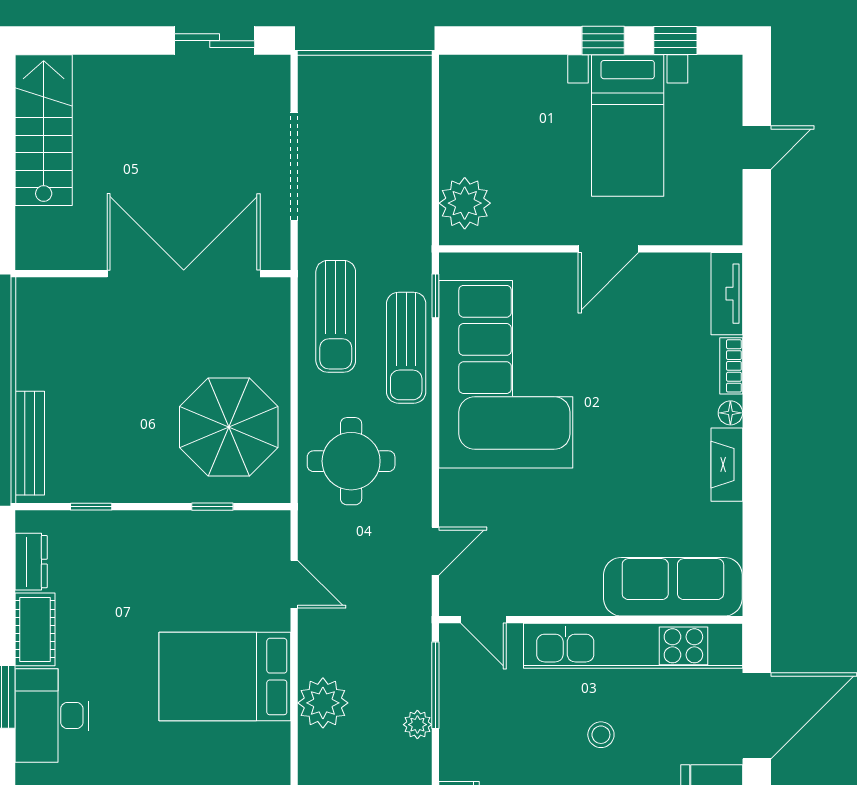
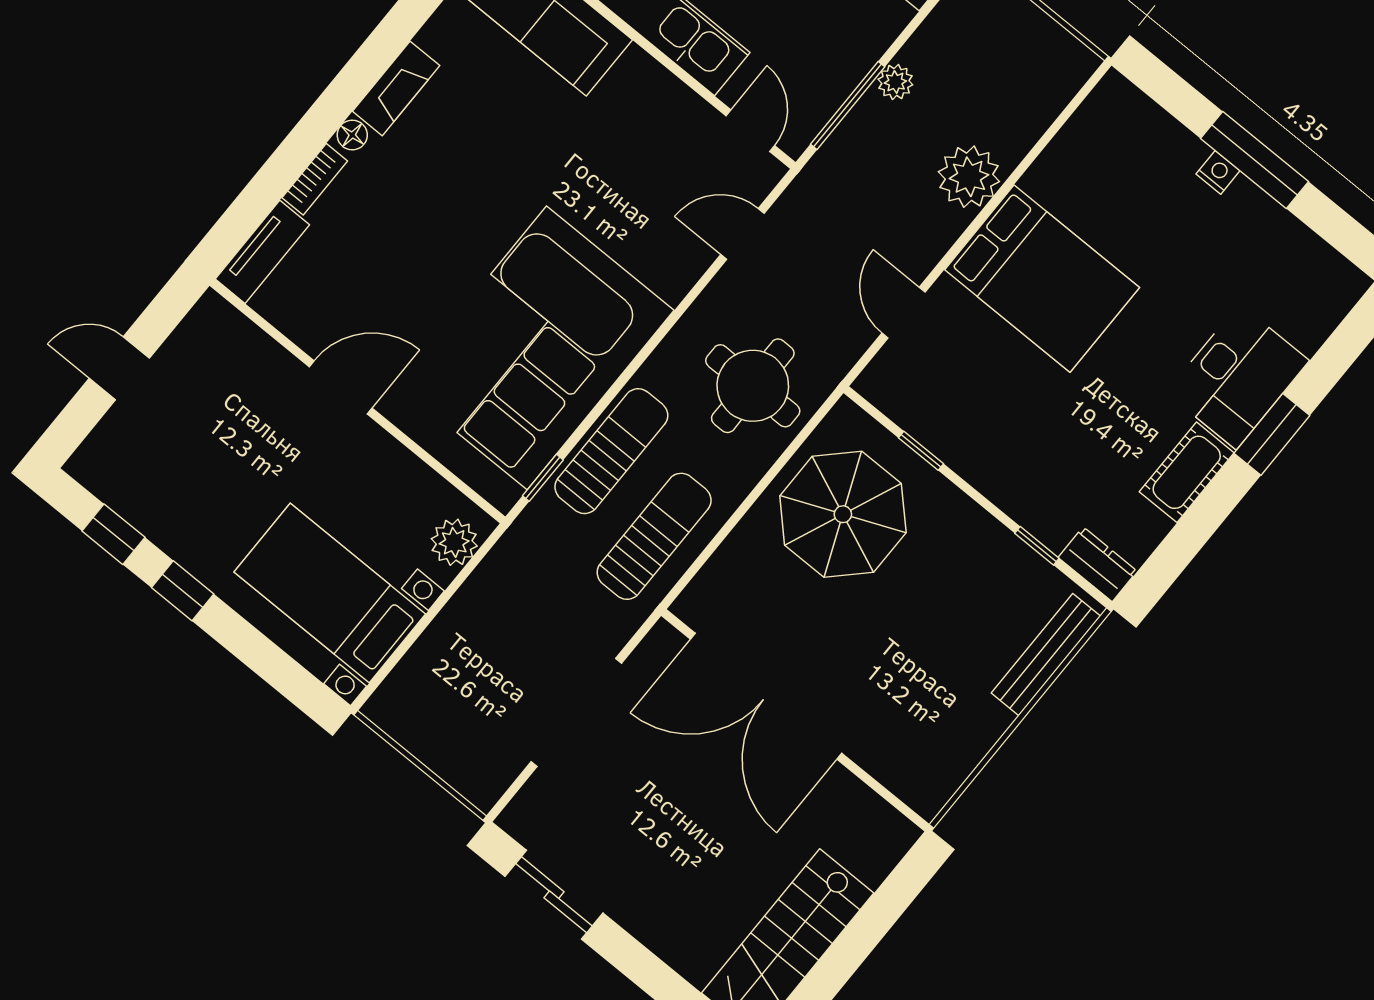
bed with nightstands: (628, 126) -> (330, 593), moved, turned -90
plant: (465, 203) -> (454, 542), width x0.73, depth x0.73
dresser: (31, 562) -> (1098, 564), moved, turned 90

